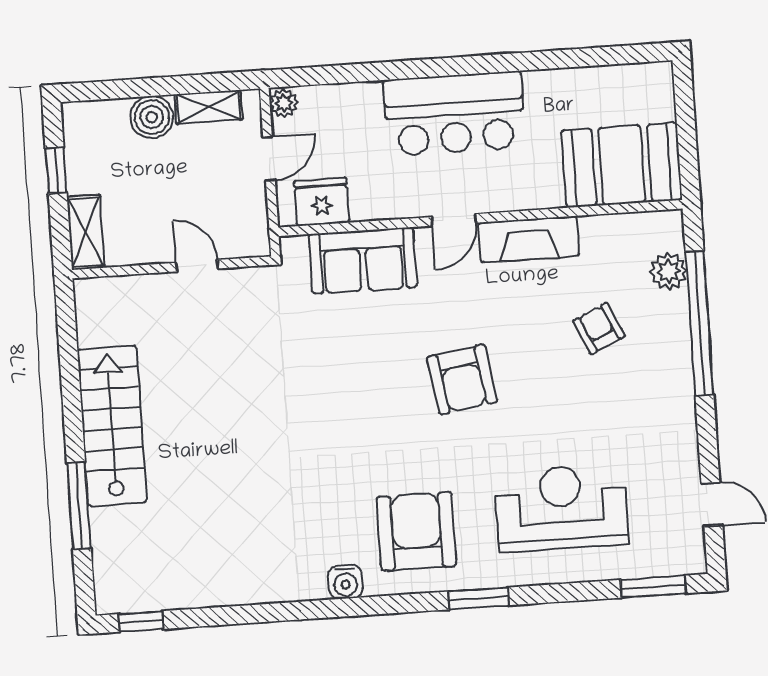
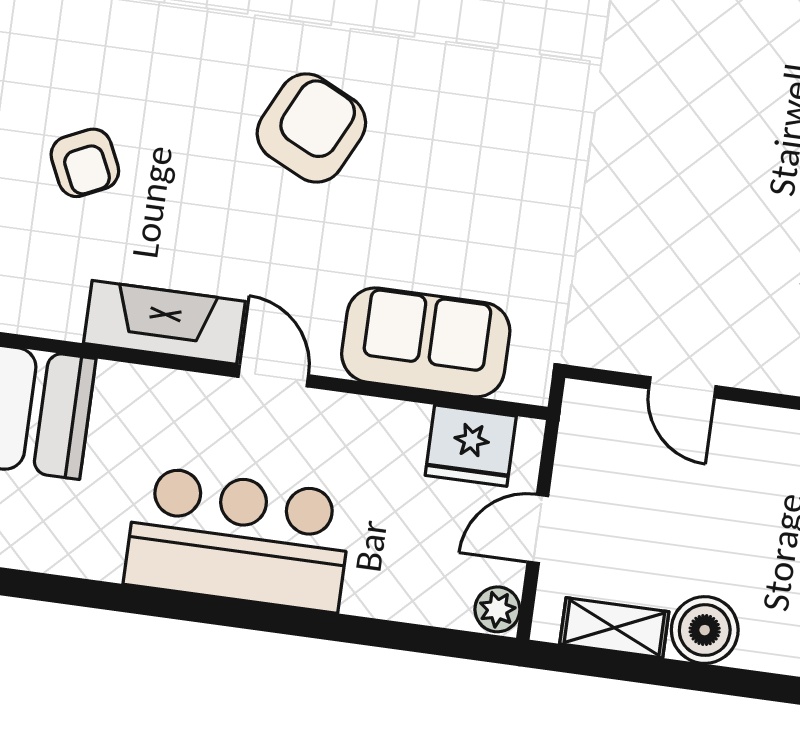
door: (454, 220) -> (273, 376), hinge flipped
armchair: (462, 379) -> (311, 128), turned 35

